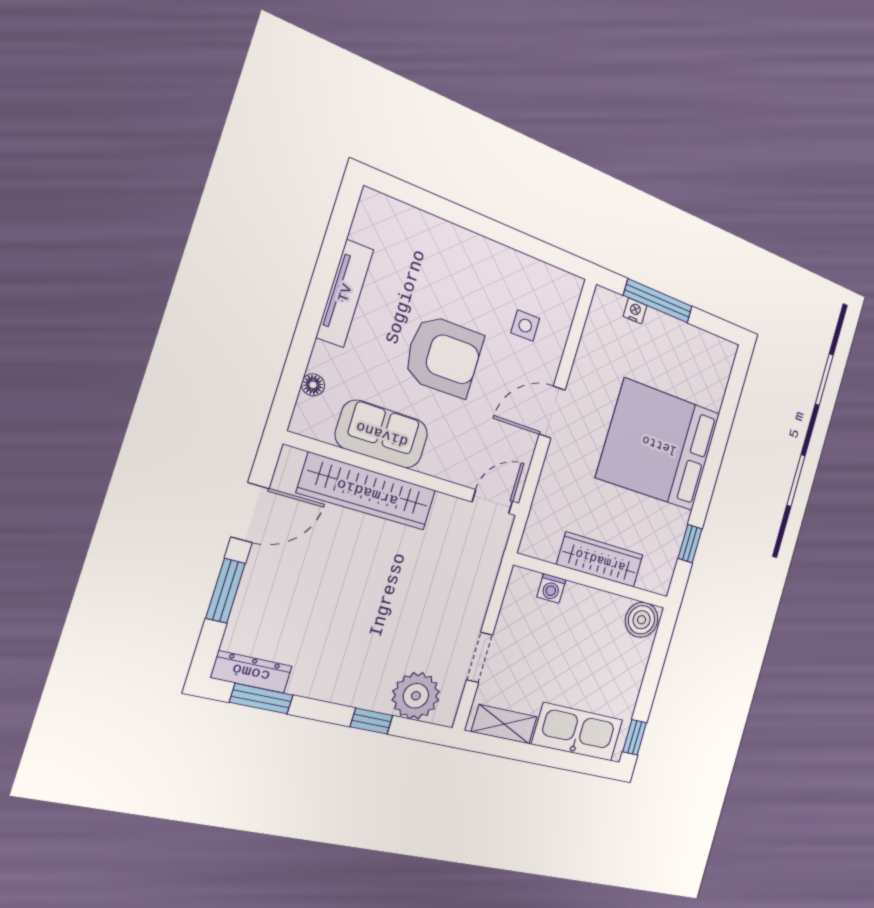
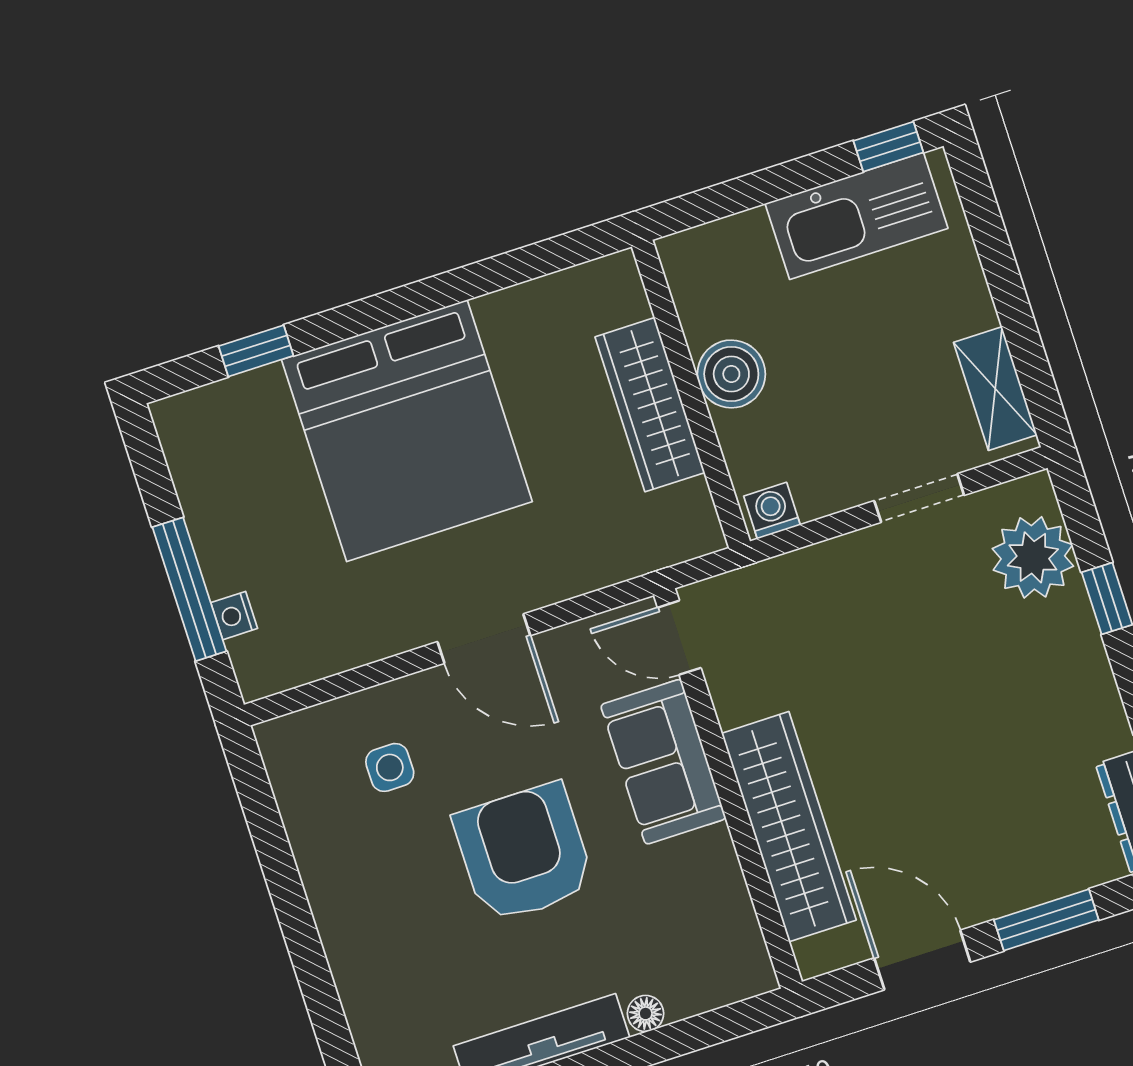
floor lamp: (313, 385) -> (646, 1013), moved
sofa: (382, 434) -> (663, 762), moved
window: (690, 544) -> (256, 351), moved
washing machine: (551, 588) -> (772, 511), moved, turned -90
boiler: (642, 620) -> (731, 374), moved
kitchen sink: (578, 732) -> (857, 216), moved, turned -90

